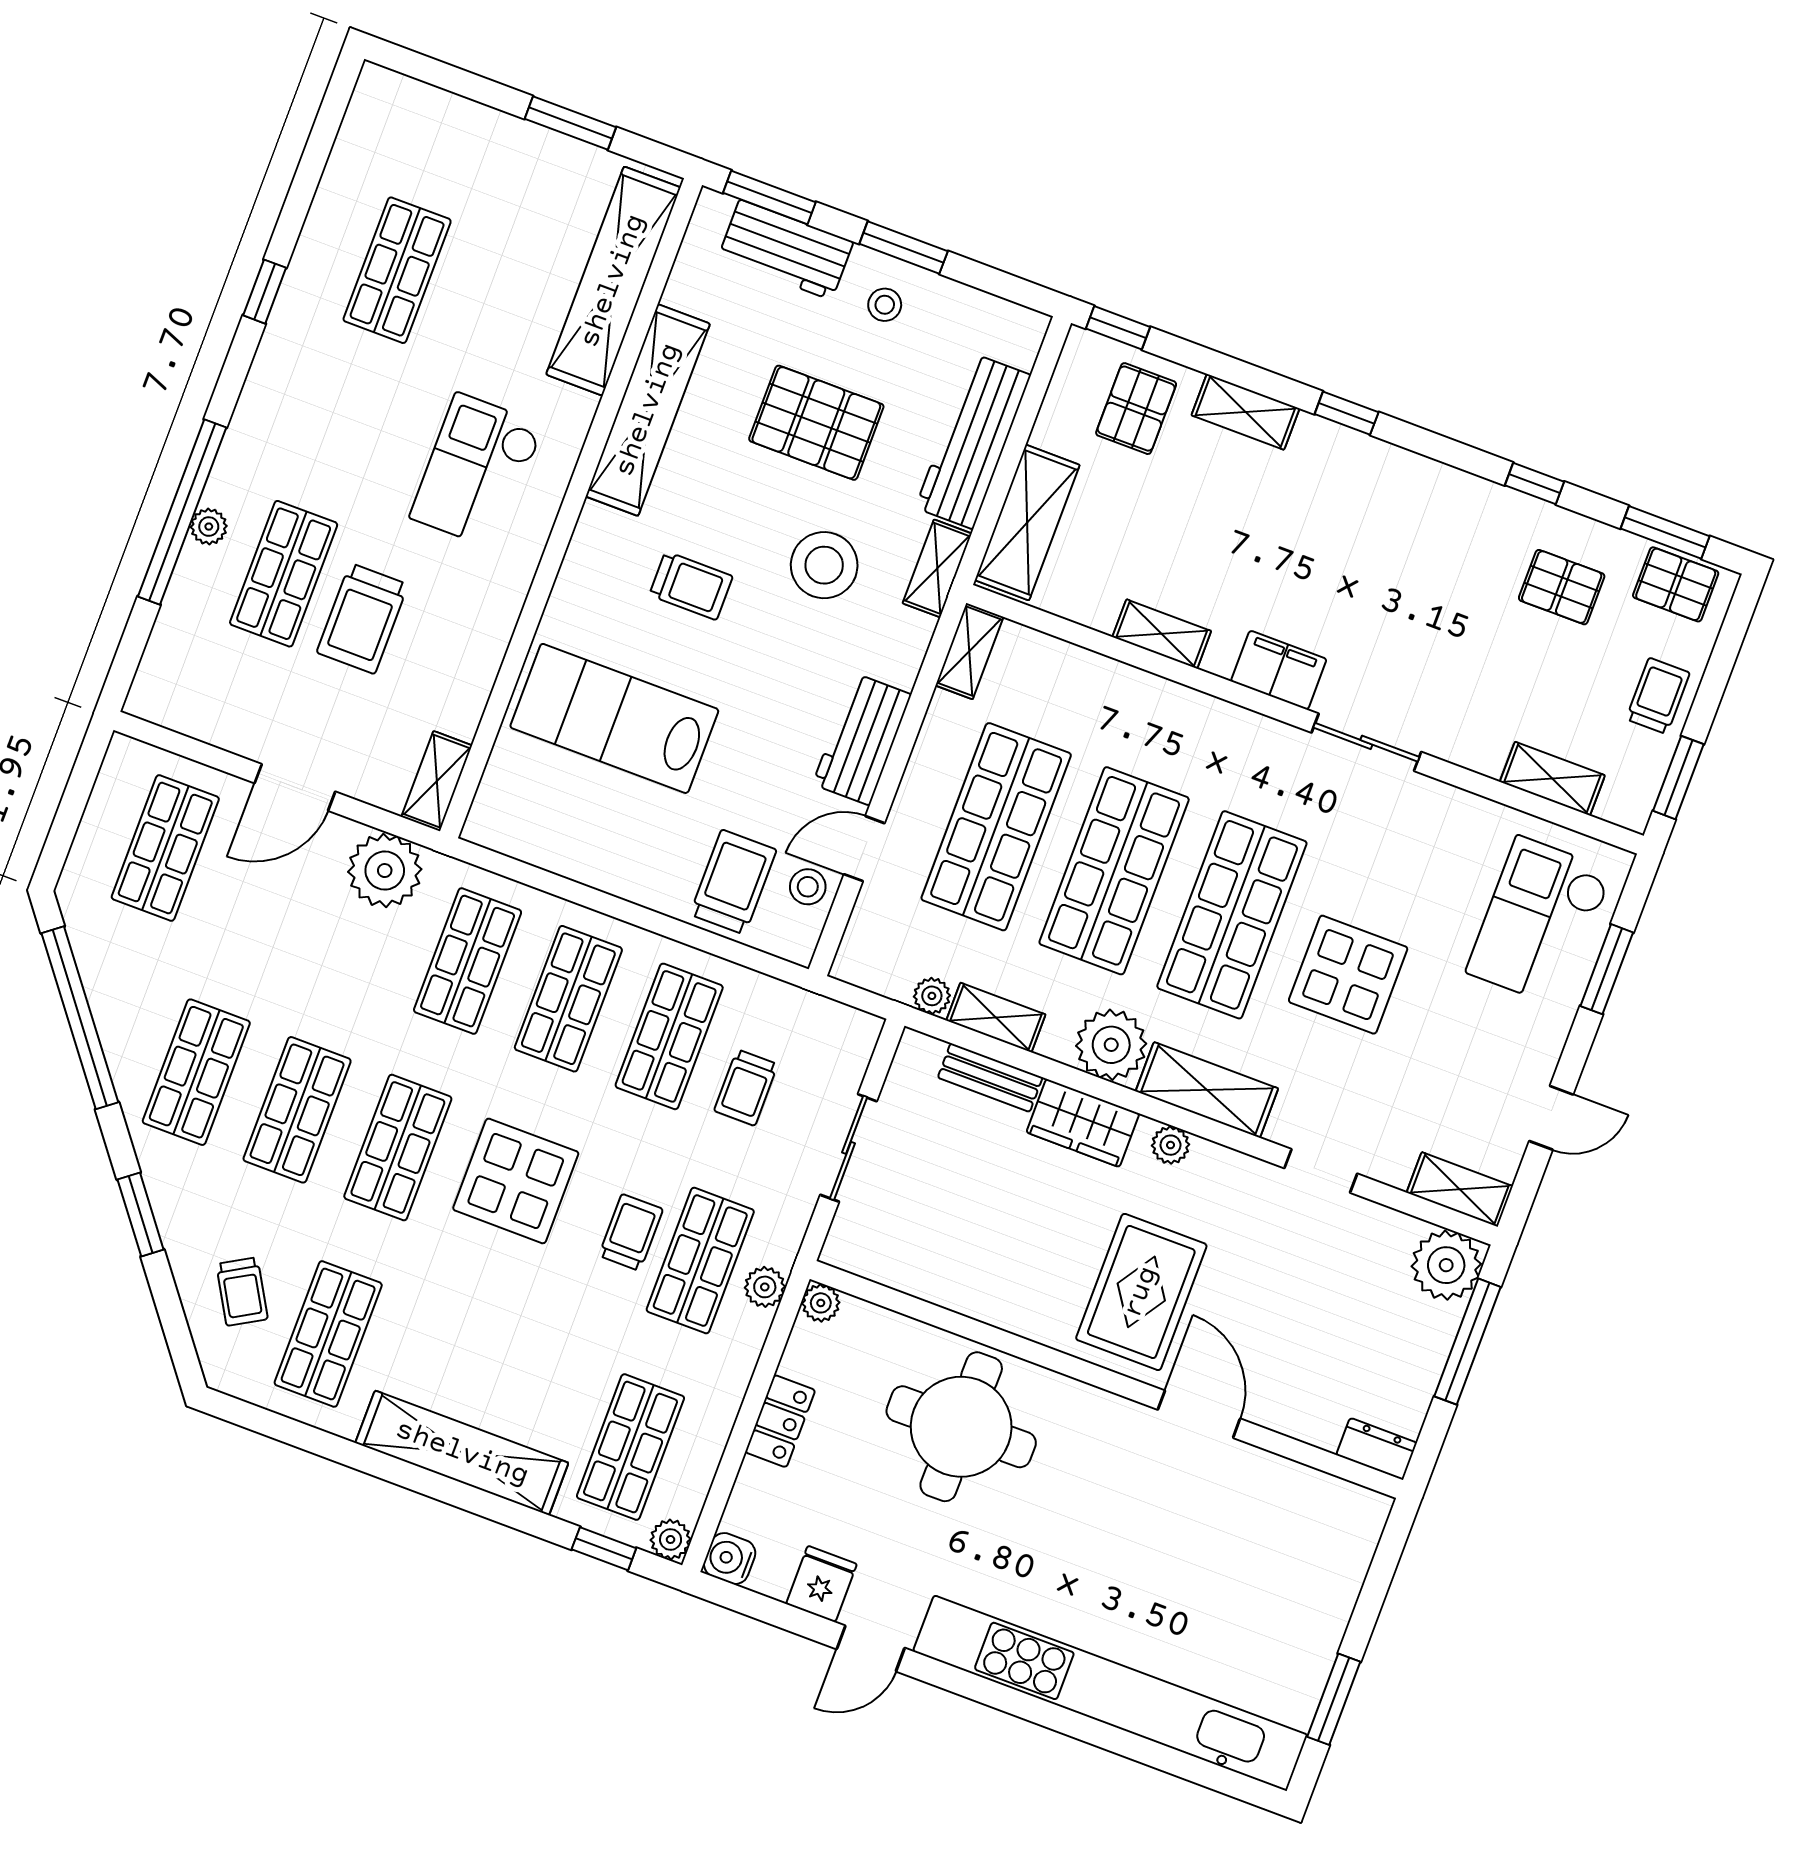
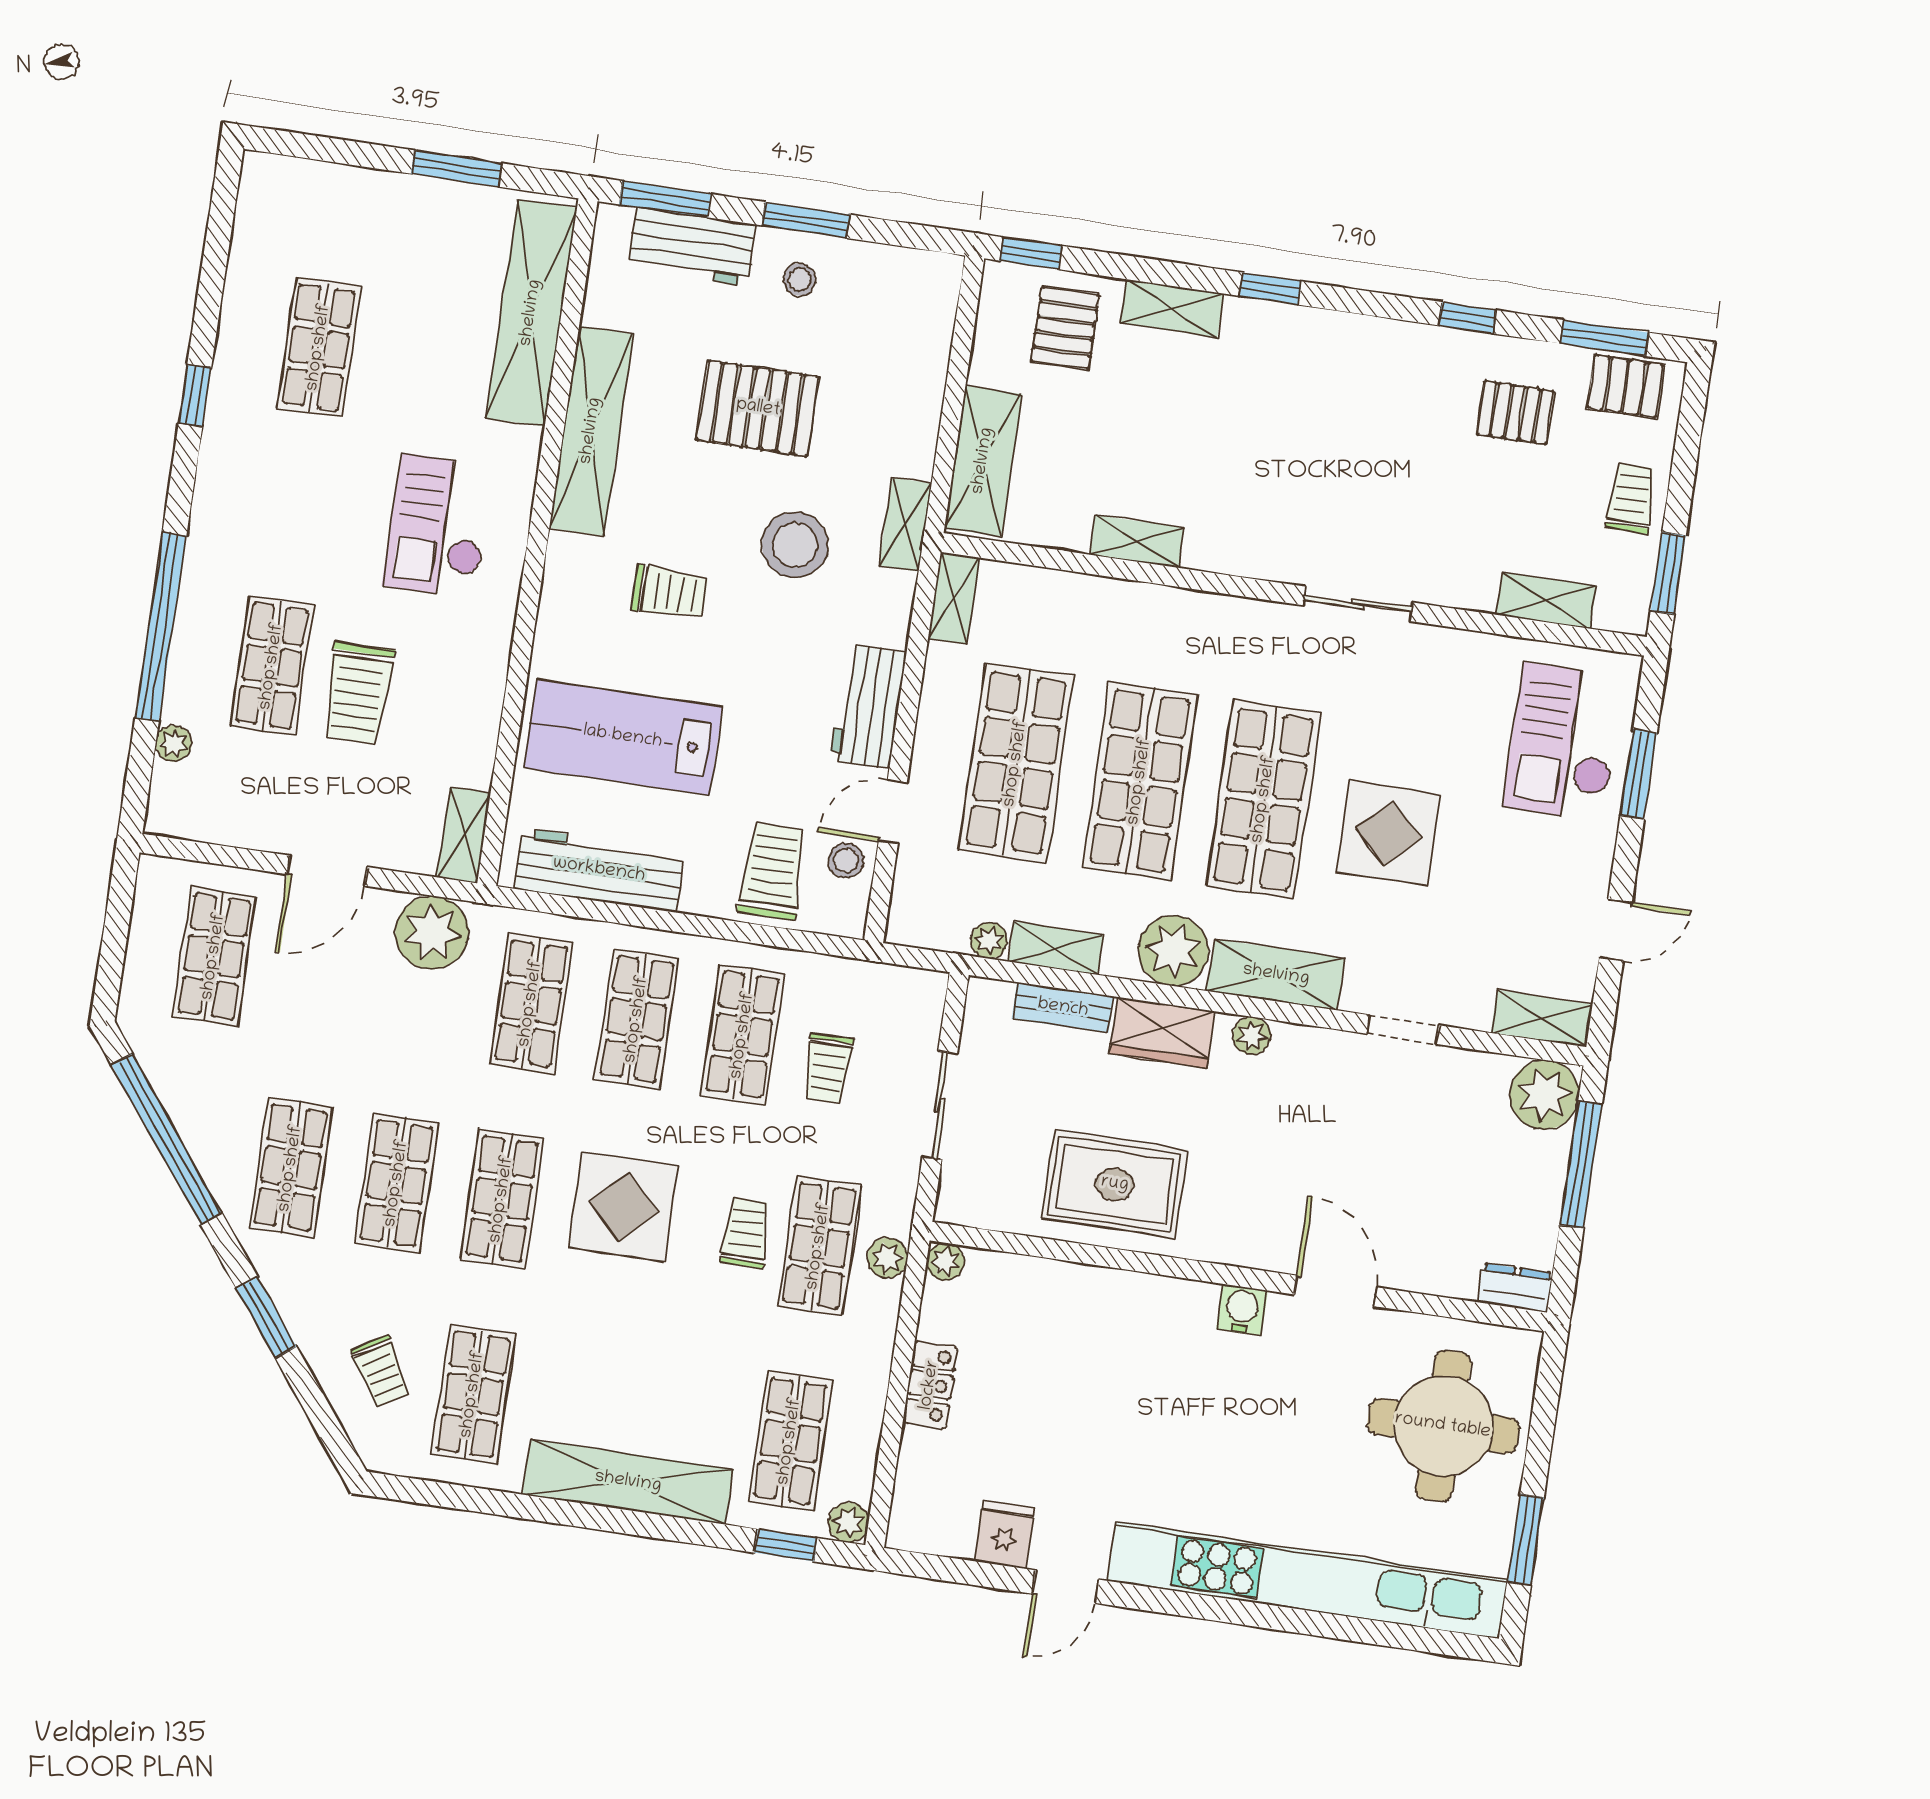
workbench: (973, 441) -> (599, 870), moved, turned 90
plant: (209, 527) -> (174, 743), moved
filing cabinet: (1279, 670) -> (1258, 552), removed
rug: (1141, 1292) -> (1115, 1184), moved, turned 90
round table: (961, 1427) -> (1443, 1426), moved
water cooler: (730, 1559) -> (1242, 1310), moved, turned 90

